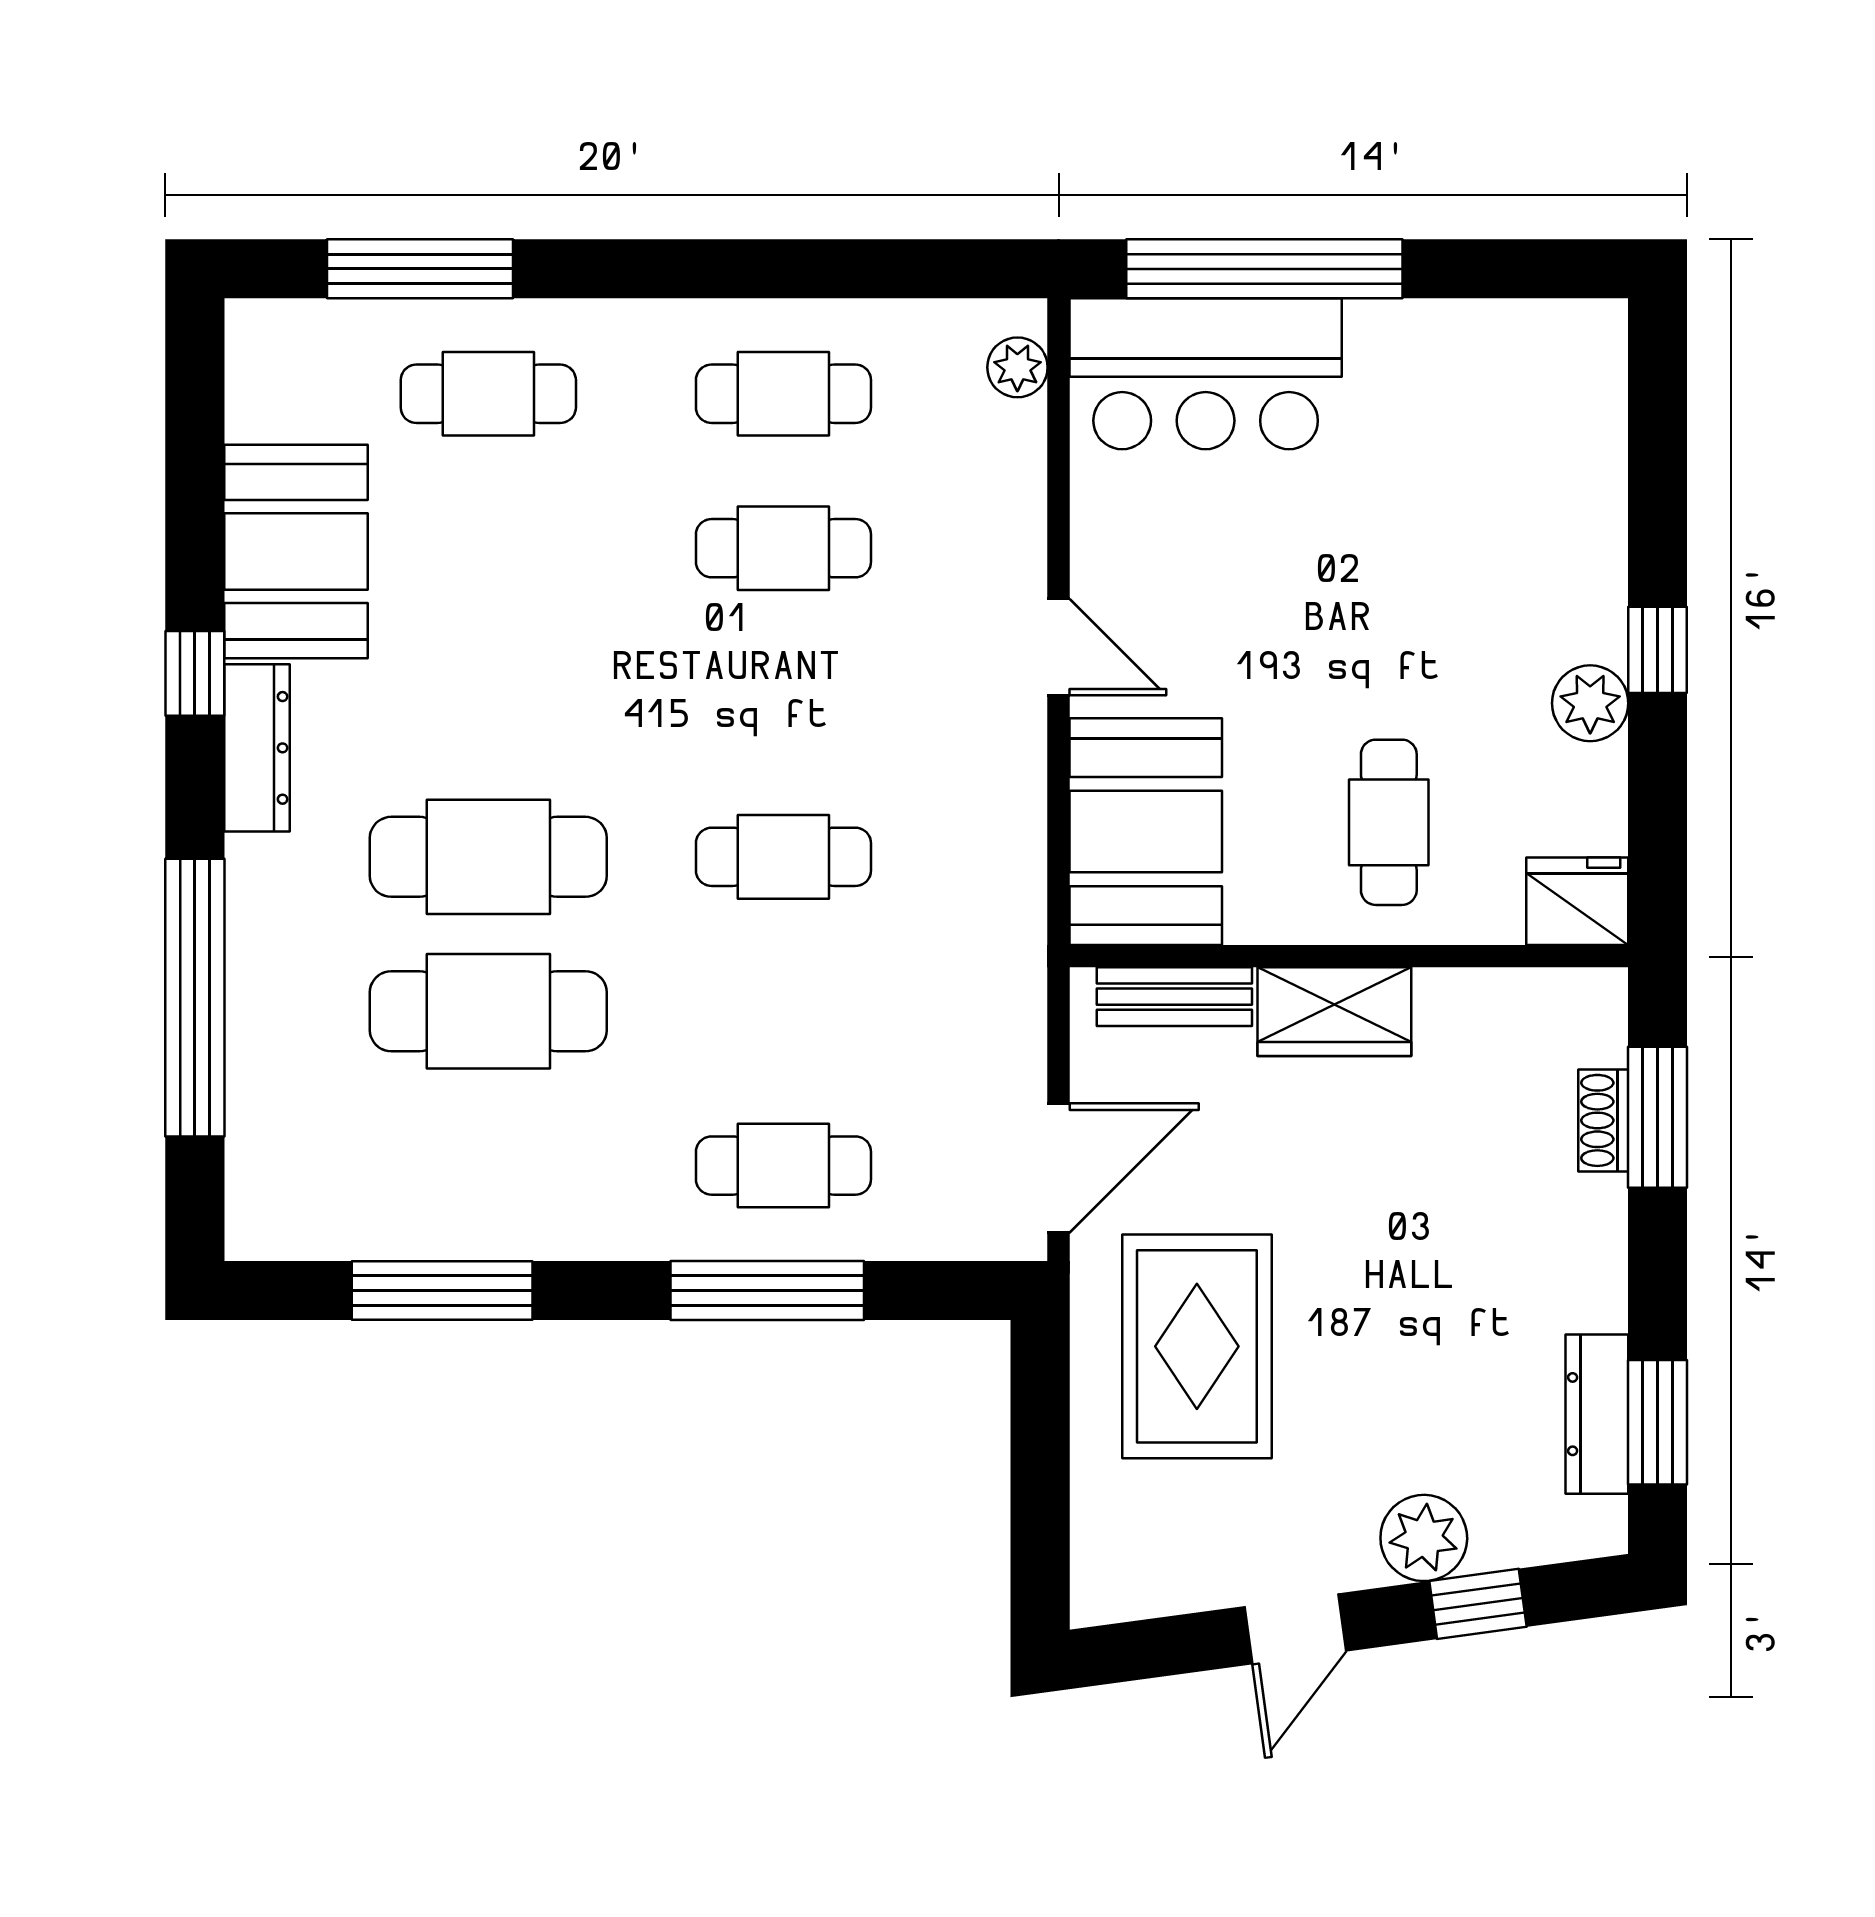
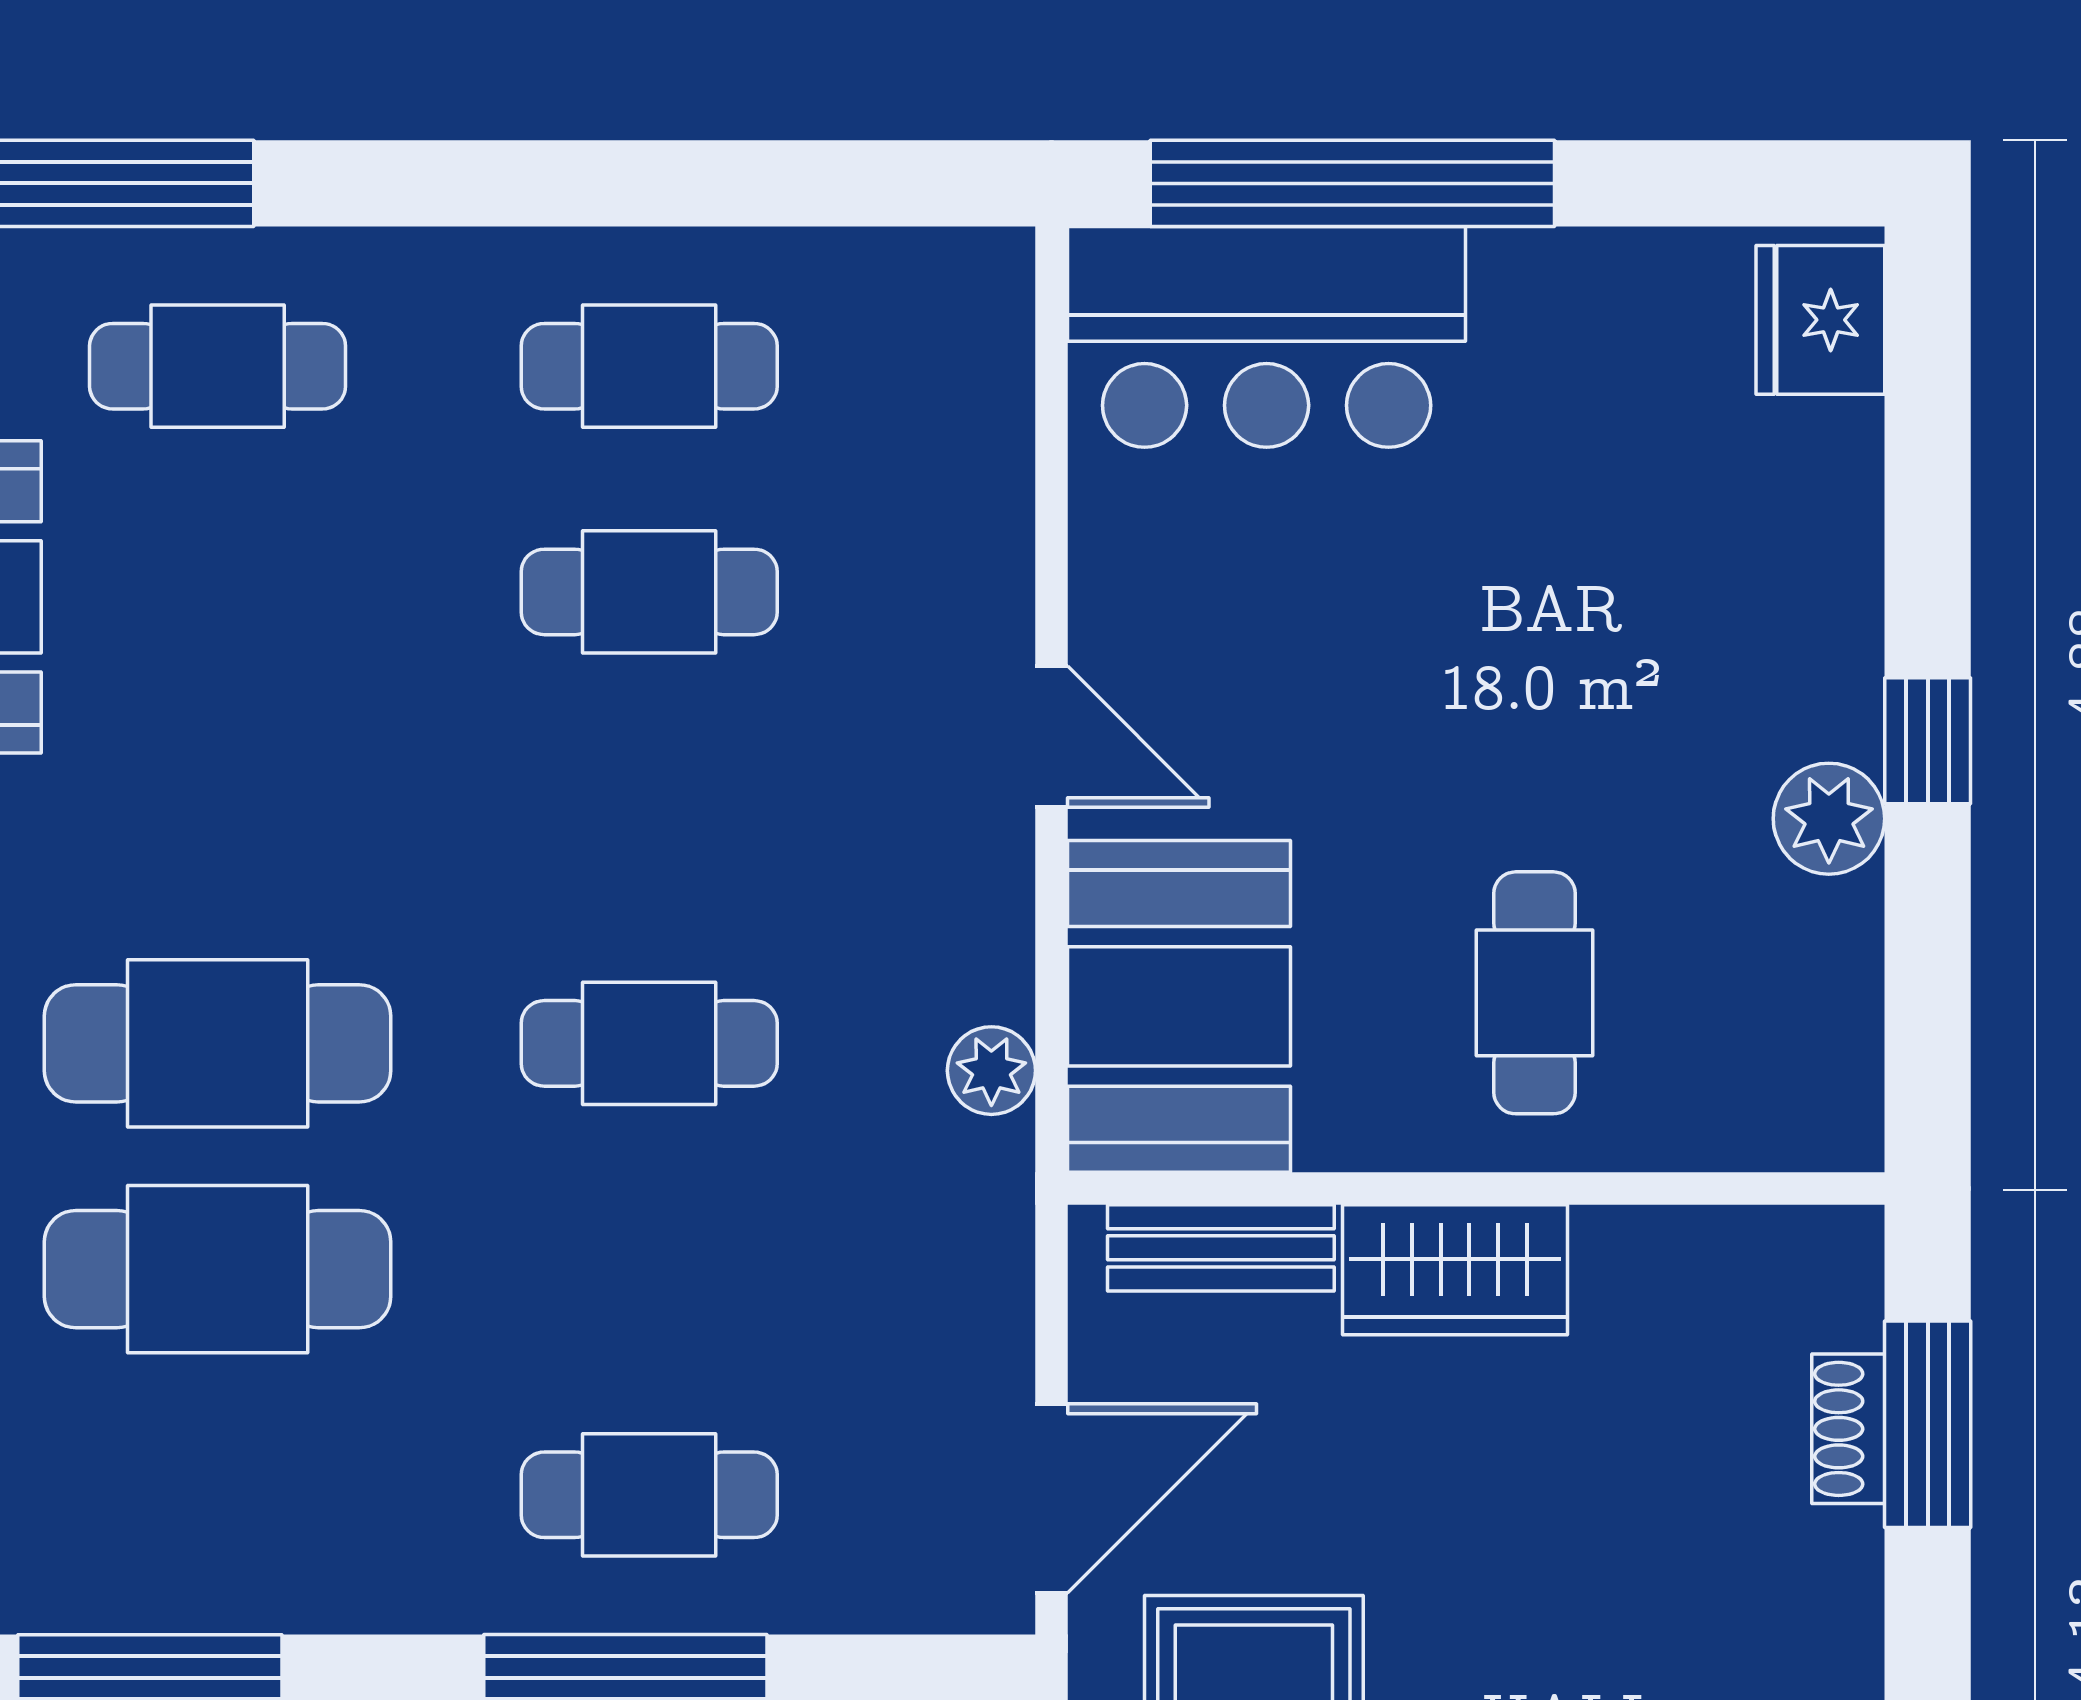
plant: (1017, 367) -> (991, 1071), moved
fridge: (1577, 901) -> (1820, 320), moved, turned -90

